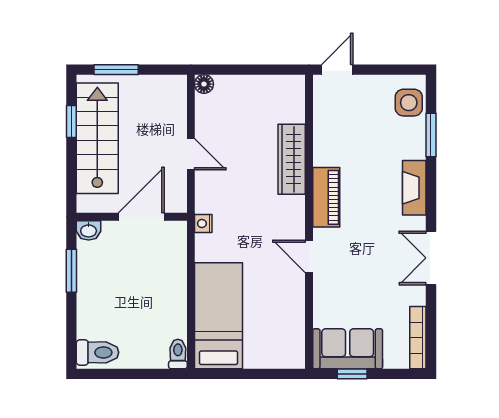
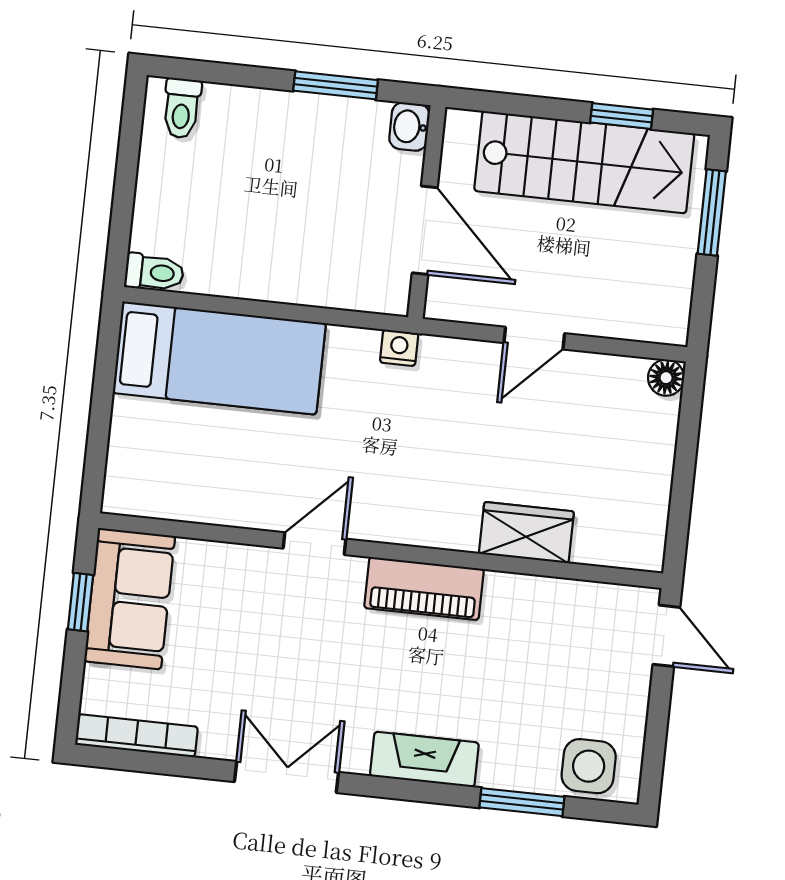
wardrobe: (292, 159) -> (526, 533), width x0.67
toilet: (97, 352) -> (182, 108), width x0.73, depth x0.72

